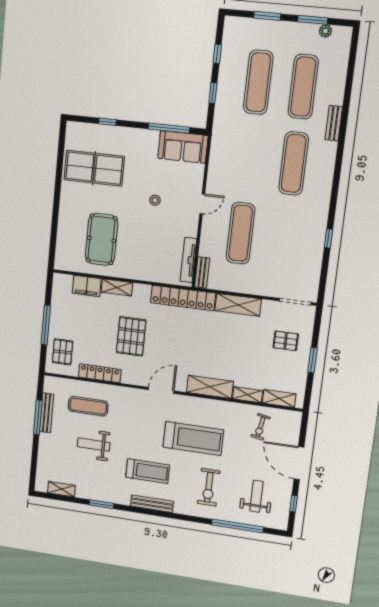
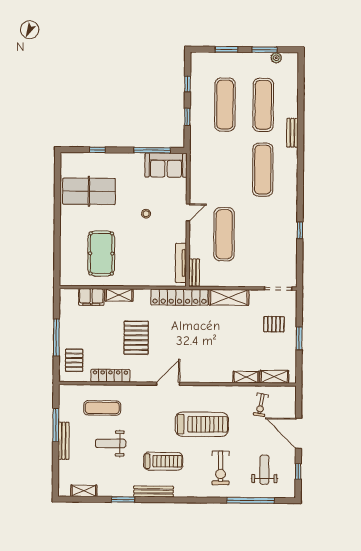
shelving: (210, 387) -> (212, 375), removed
bench: (47, 413) -> (64, 441), moved
bench: (152, 504) -> (153, 491), moved

